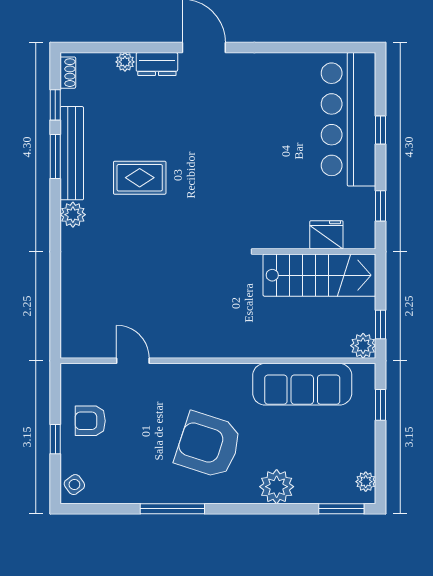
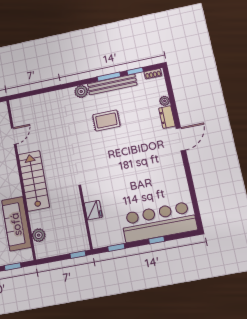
rug: (140, 178) -> (106, 120), turned 90
fridge: (326, 235) -> (93, 210), moved
stairs: (319, 275) -> (34, 181), moved, turned 180
window: (381, 325) -> (78, 255), moved
plant: (363, 346) -> (39, 235), moved

